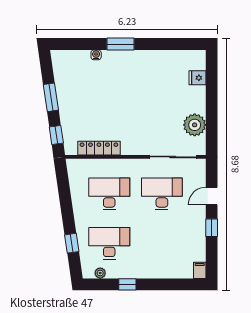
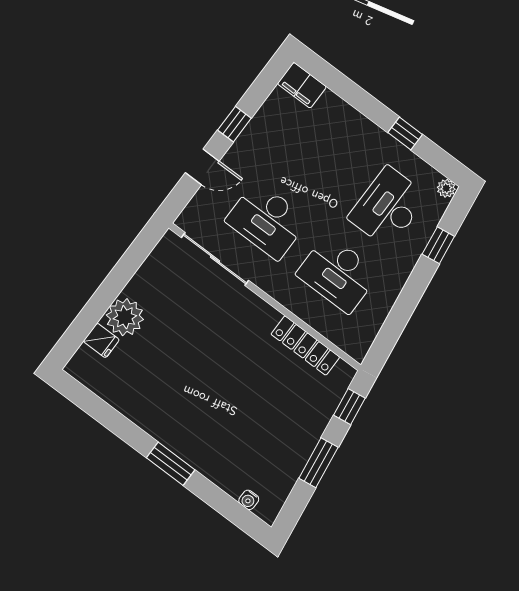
water cooler: (96, 55) -> (249, 500), moved
plant: (195, 125) -> (125, 317), moved
desk: (109, 243) -> (388, 207), turned 90
filing cabinet: (200, 270) -> (302, 85), width x2.00
plant: (100, 273) -> (446, 188), moved

